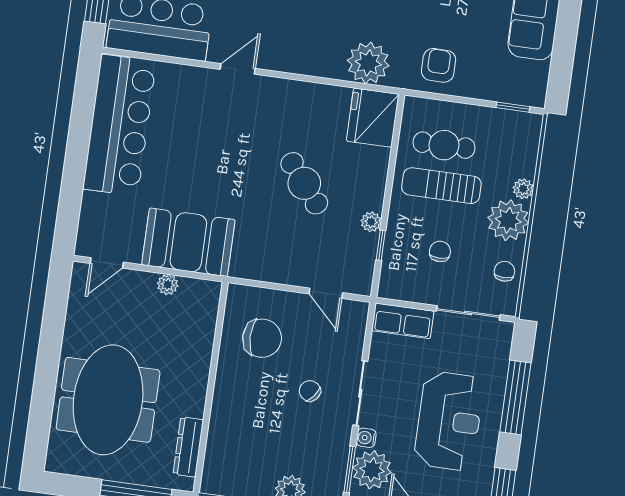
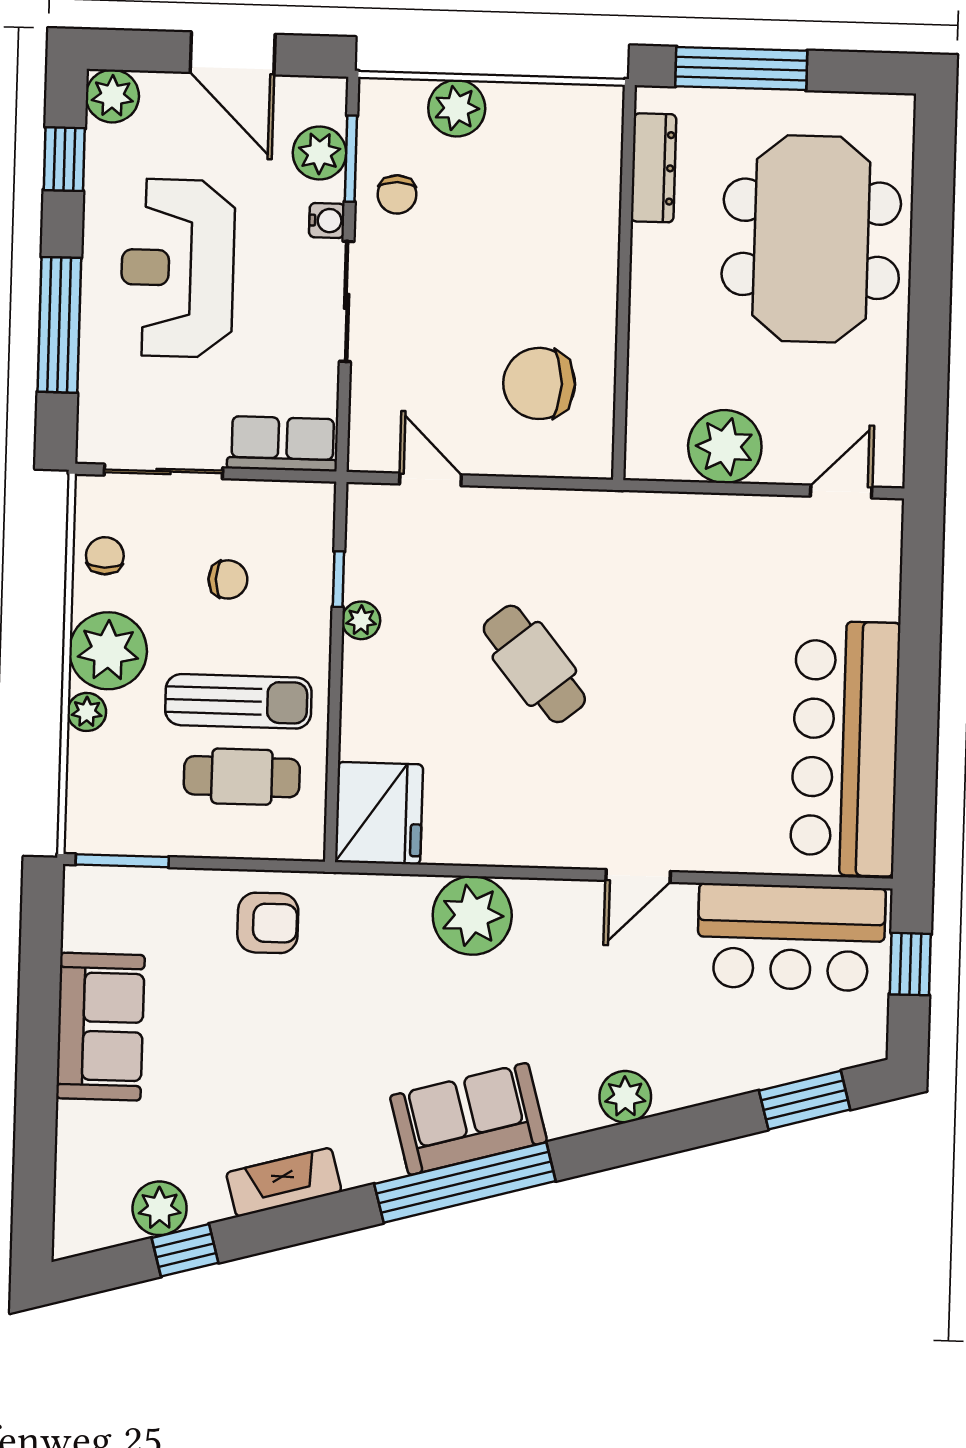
plant: (368, 63) -> (472, 915), moved
armchair: (439, 65) -> (268, 923), turned -90
window: (513, 107) -> (122, 861), width x1.50
cafe table: (304, 183) -> (534, 664), moved
booth: (188, 242) -> (694, 546), removed
chair: (440, 251) -> (228, 579), turned -90
chair: (504, 271) -> (105, 556), turned 180
plant: (168, 285) -> (725, 447), width x1.88, depth x1.88
chair: (310, 391) -> (397, 194), moved, turned 52
plant: (372, 470) -> (319, 153), width x0.73, depth x0.73

